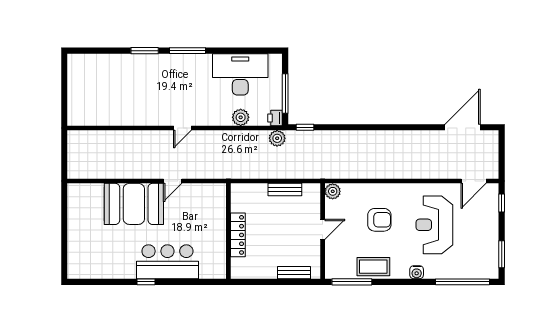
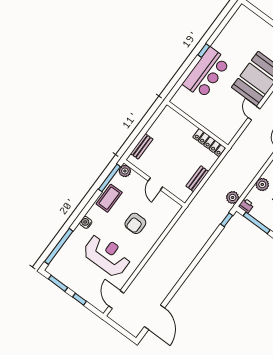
plant: (333, 191) -> (125, 171), moved
window: (502, 203) -> (80, 299), moved
locker: (238, 235) -> (209, 143), moved

